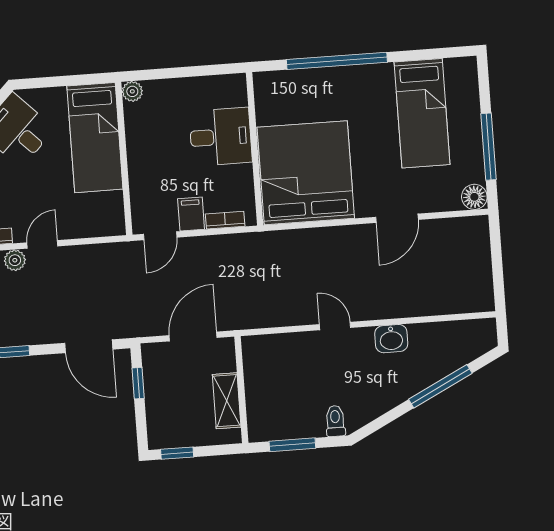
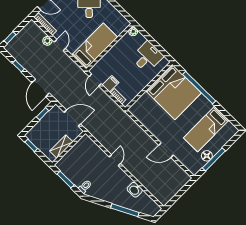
desk: (221, 137) -> (147, 57), moved, turned -90
bed: (95, 138) -> (95, 46), moved, turned 180
bed: (306, 173) -> (174, 92), moved, turned 90
floor lamp: (474, 197) -> (207, 156), moved
door: (160, 236) -> (95, 80), hinge flipped
door: (42, 244) -> (60, 45), hinge flipped
washbasin: (391, 339) -> (135, 190), moved

